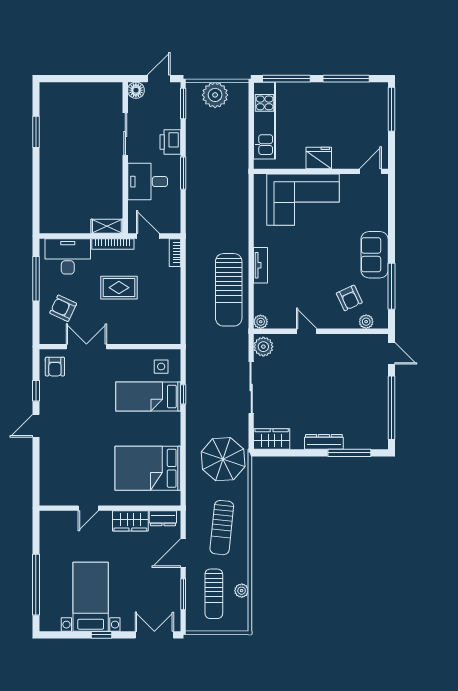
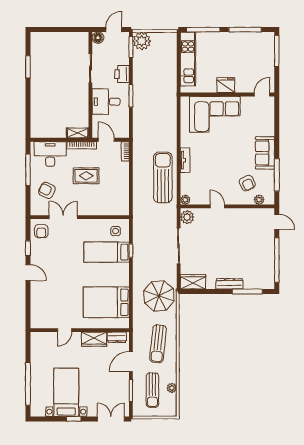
plant: (215, 95) -> (142, 41), moved
sun lounger: (229, 290) -> (163, 177), turned 180
door: (36, 426) -> (28, 273), swing flipped

